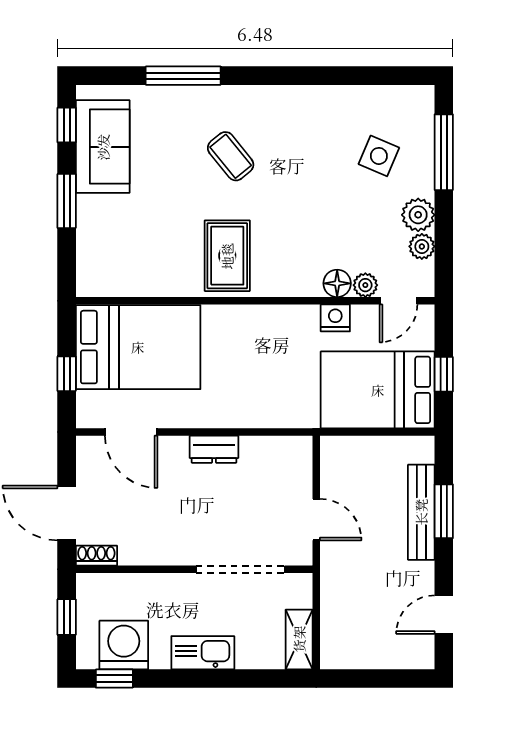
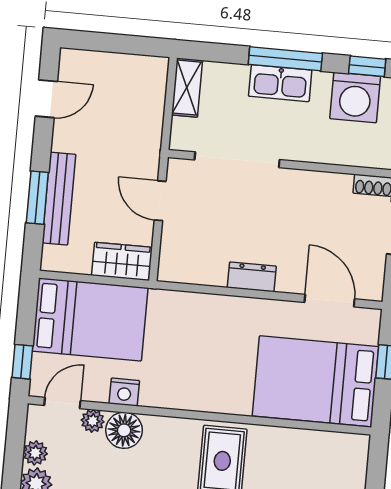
floor lamp: (337, 283) -> (124, 430), width x1.38, depth x1.38
window: (444, 374) -> (22, 362), moved
wardrobe: (350, 453) -> (122, 261), added
window: (200, 679) -> (285, 59), added

